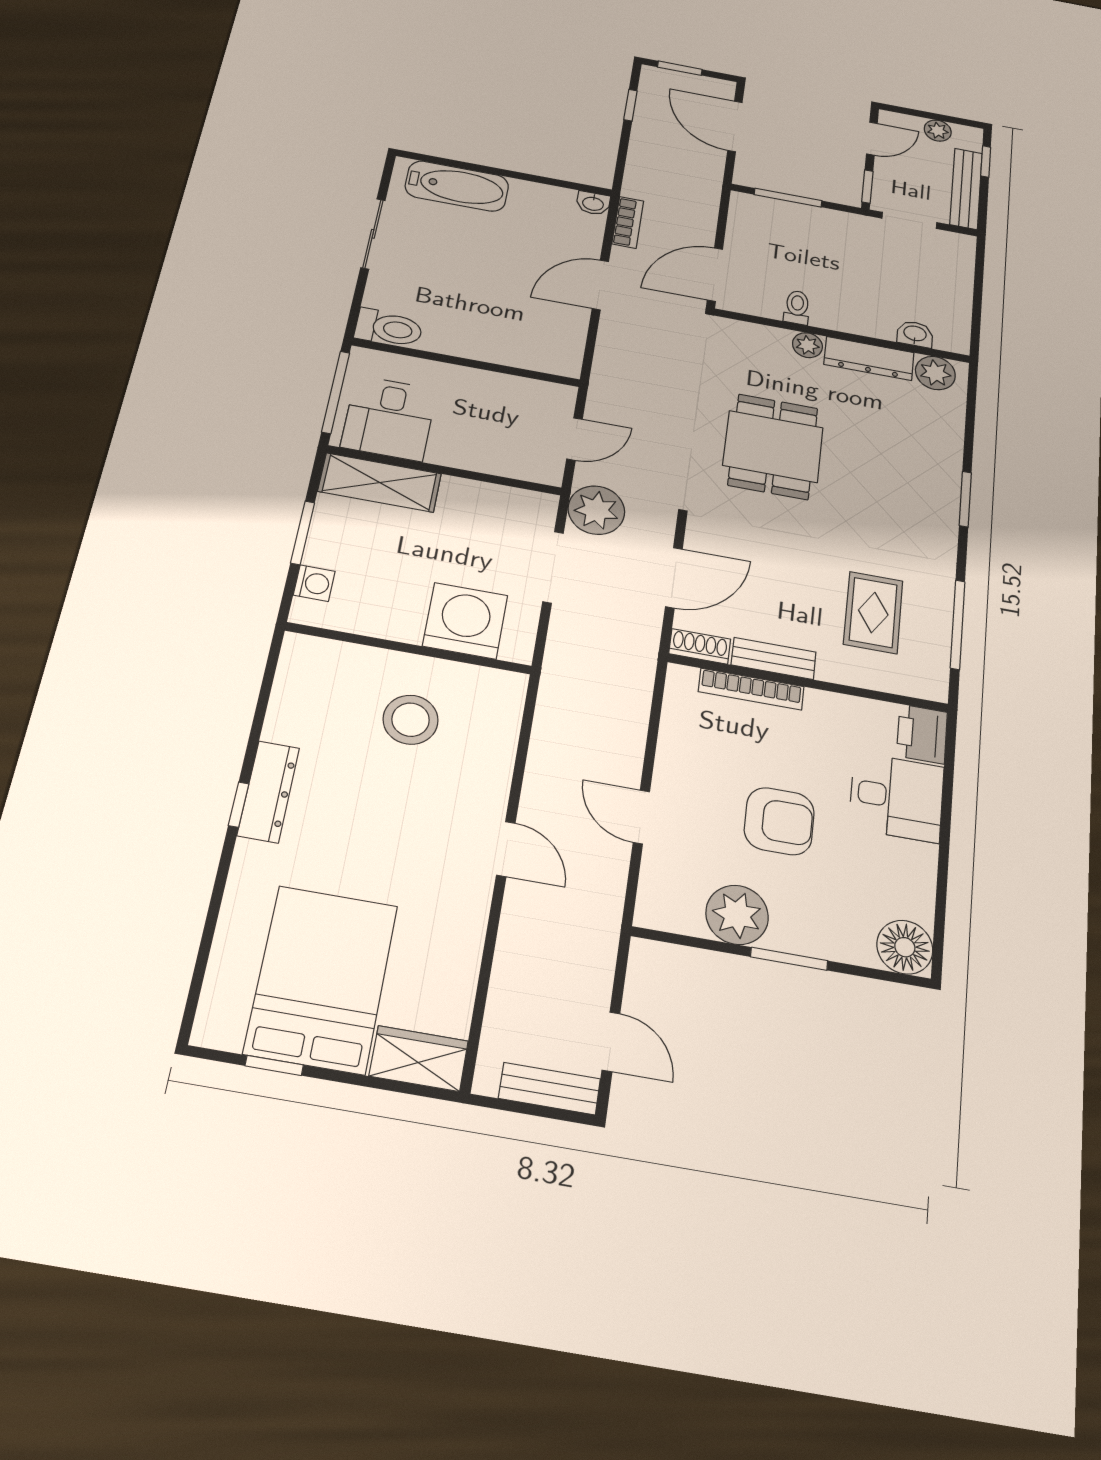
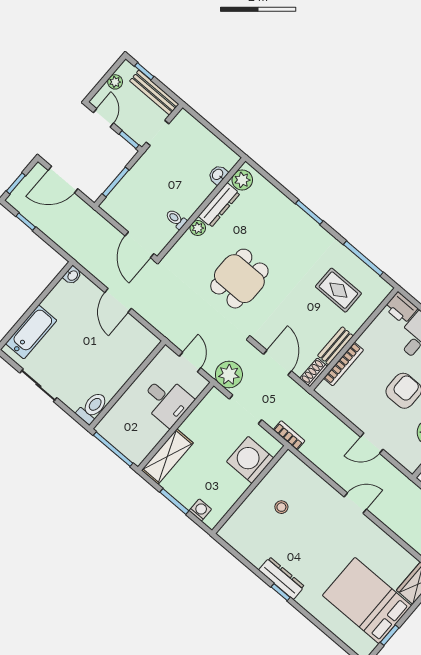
bookcase: (628, 222) -> (289, 435), moved
desk: (389, 418) -> (167, 401), moved
dining table: (773, 446) -> (239, 279), turned 90
stool: (411, 720) -> (281, 507), width x0.53, depth x0.53

